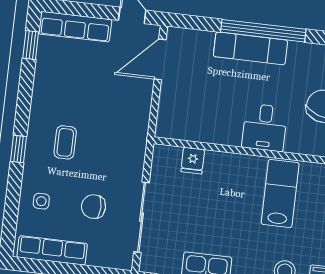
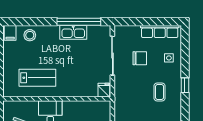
fridge: (193, 161) -> (104, 90), moved
lab bench: (280, 193) -> (37, 78), turned -90

